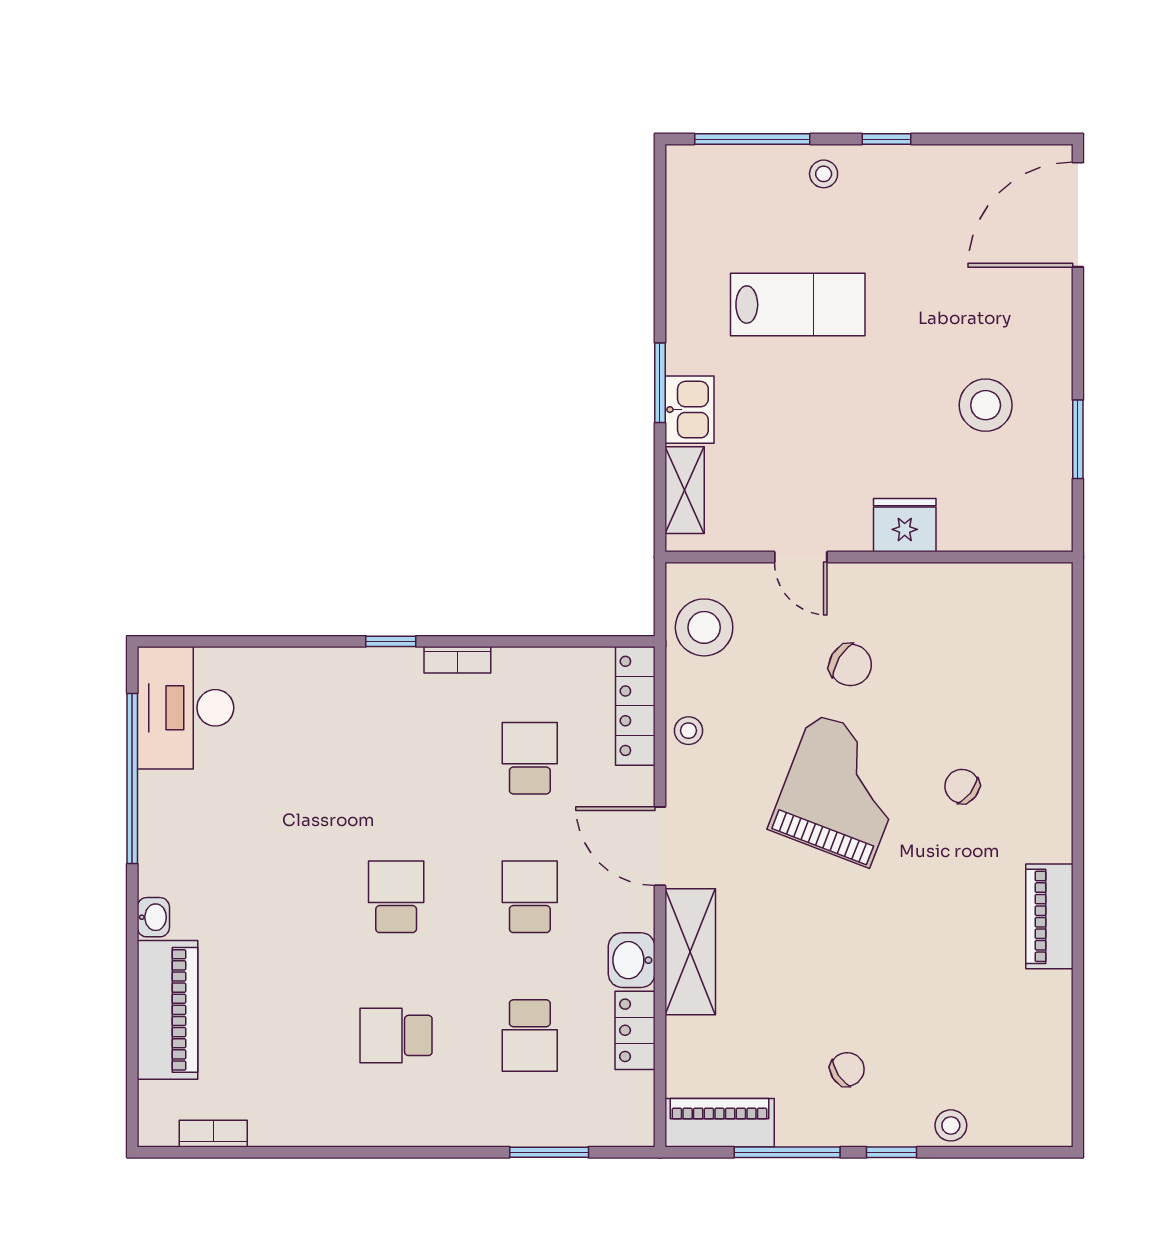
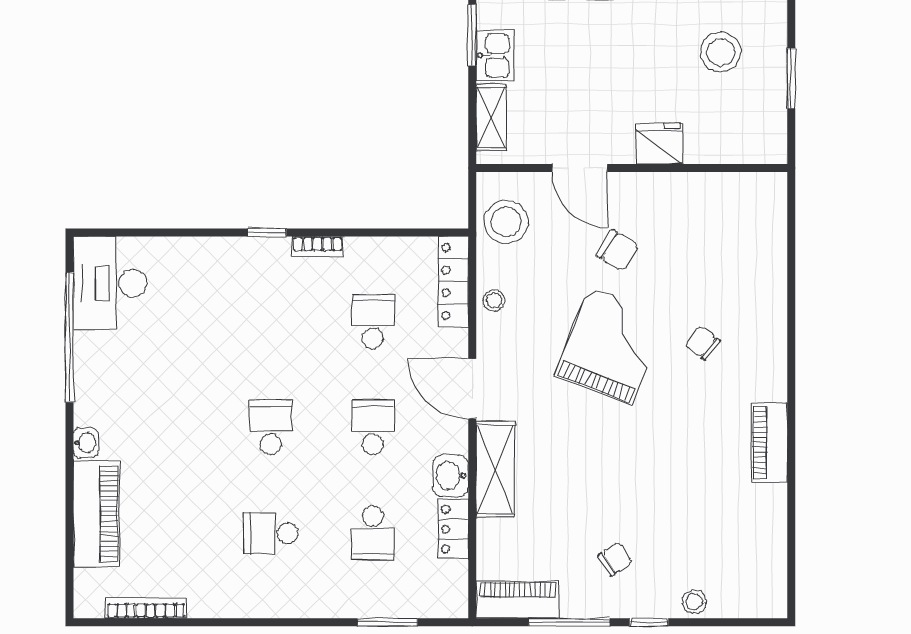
door: (801, 557) -> (580, 168), width x1.38
bookcase: (213, 1134) -> (146, 608), width x1.56

